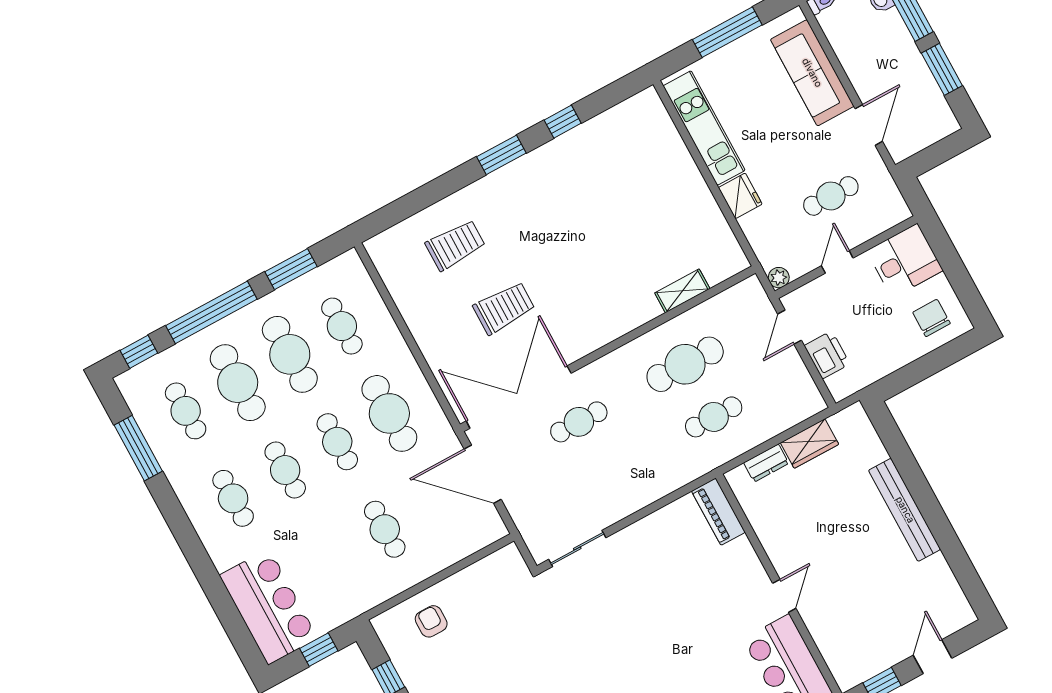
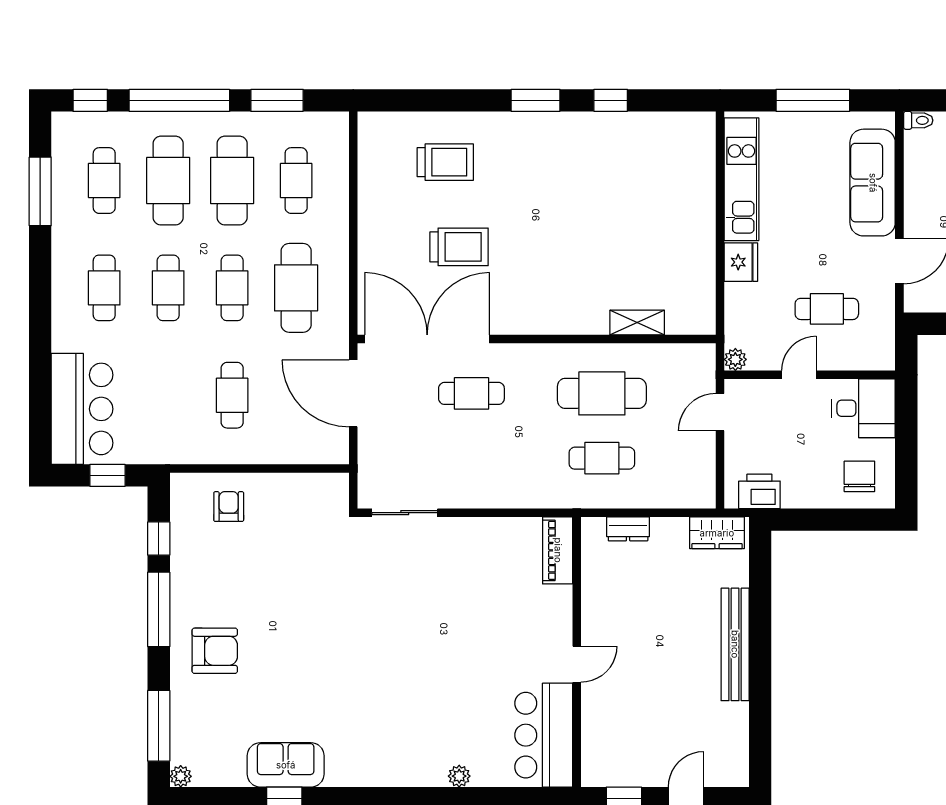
printer: (827, 355) -> (759, 491), moved, turned -90
wardrobe: (810, 444) -> (717, 533), moved

